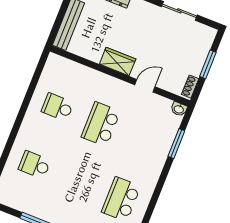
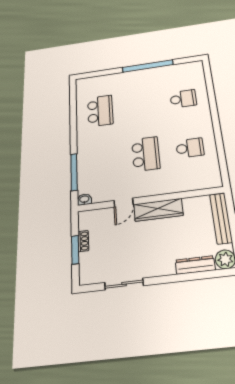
wardrobe: (118, 61) -> (158, 210), width x1.50
shoe rack: (190, 87) -> (83, 241), moved
window: (176, 144) -> (74, 172), width x1.44

